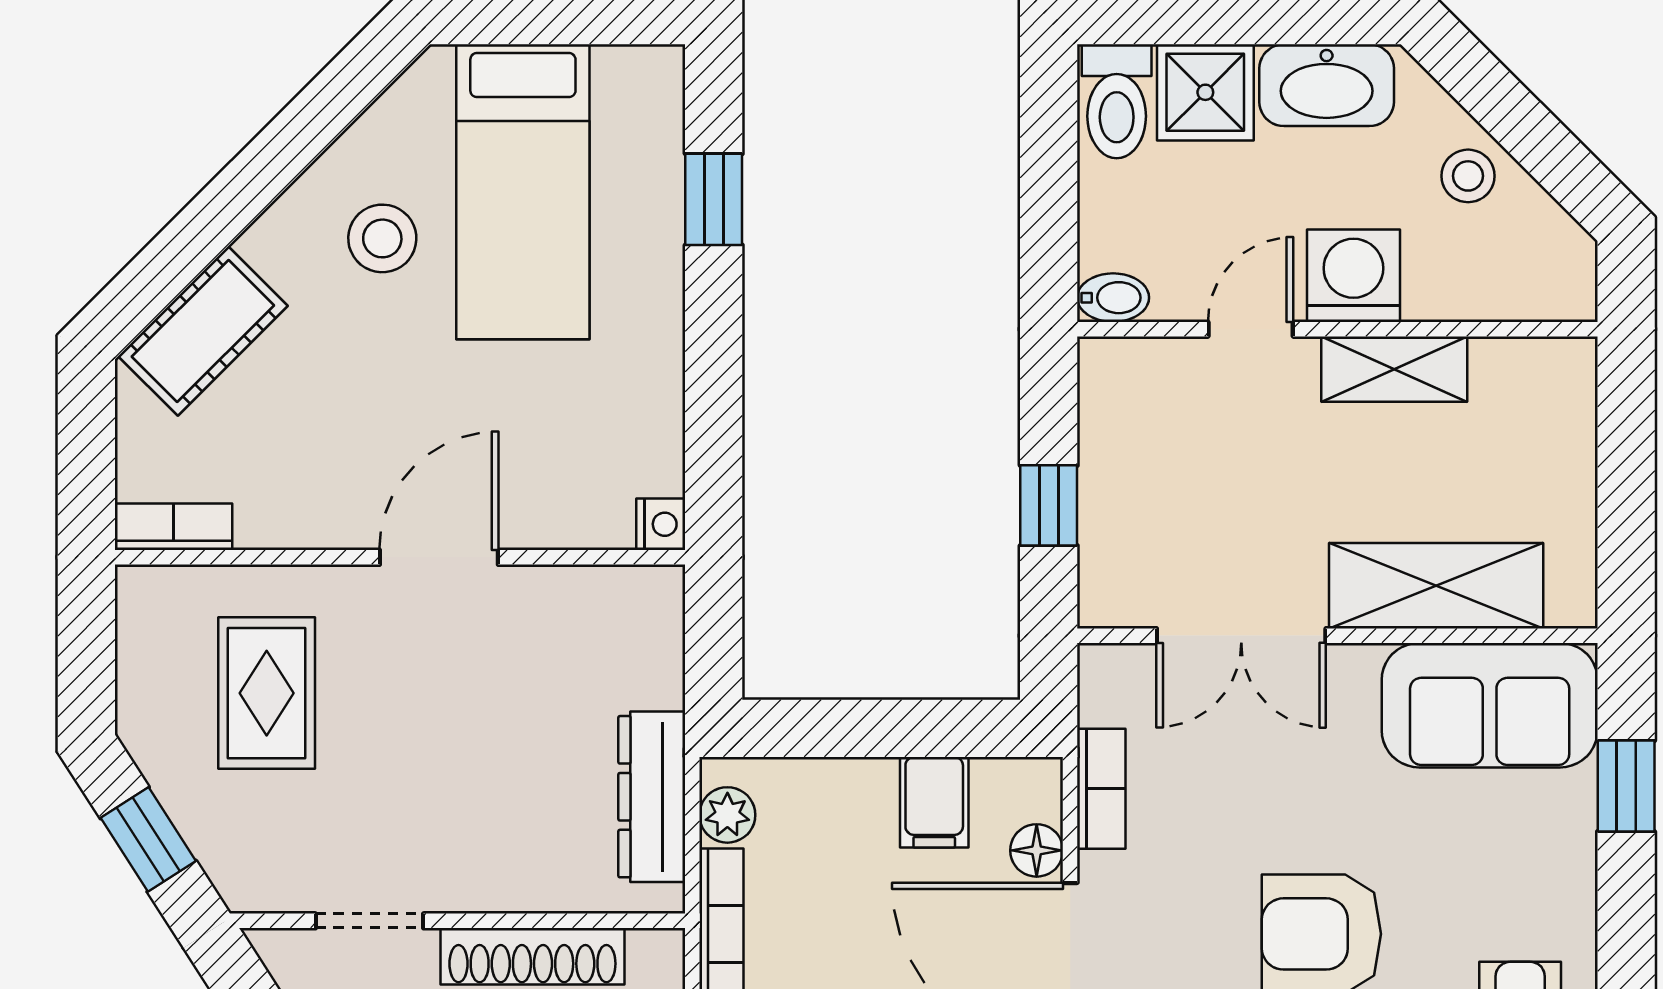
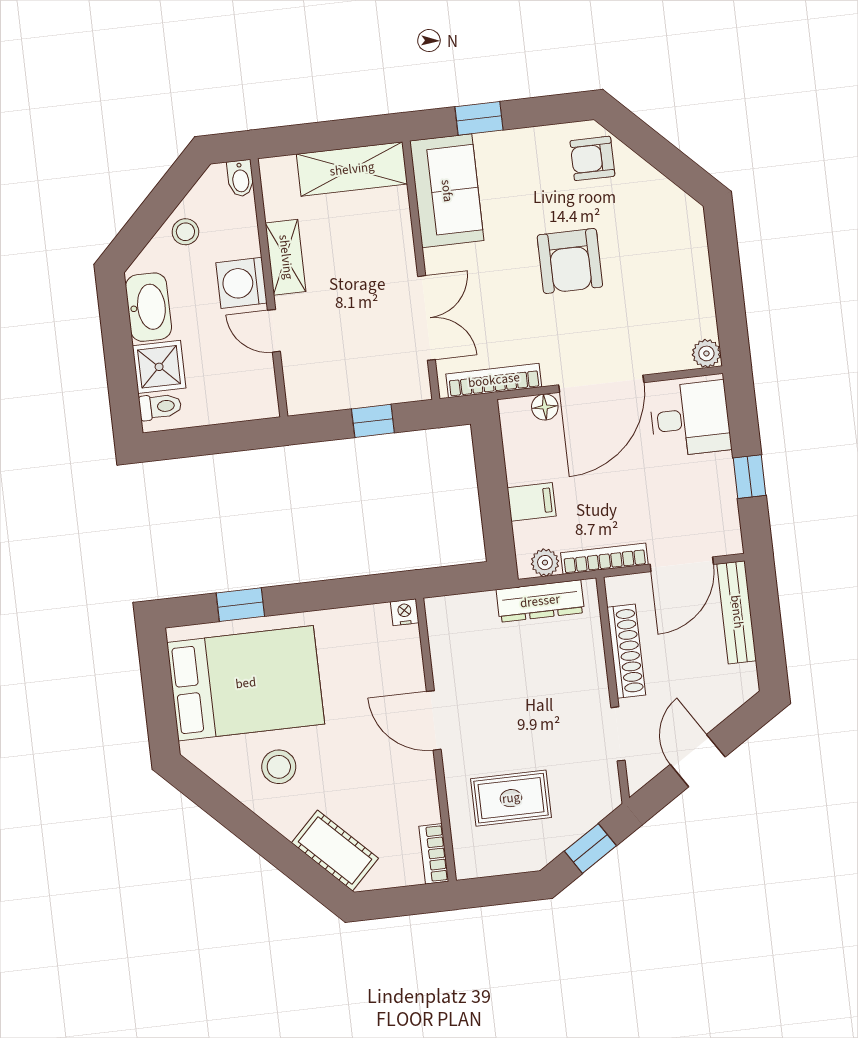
toilet: (1117, 101) -> (160, 407), width x0.73, depth x0.72
bed: (523, 192) -> (246, 683), width x1.50
bidet: (1113, 298) -> (240, 178), moved, turned 180
shelving: (1436, 586) -> (352, 169), moved, turned 90
bookcase: (1101, 789) -> (494, 380), width x1.56
filing cabinet: (934, 802) -> (532, 502), moved

